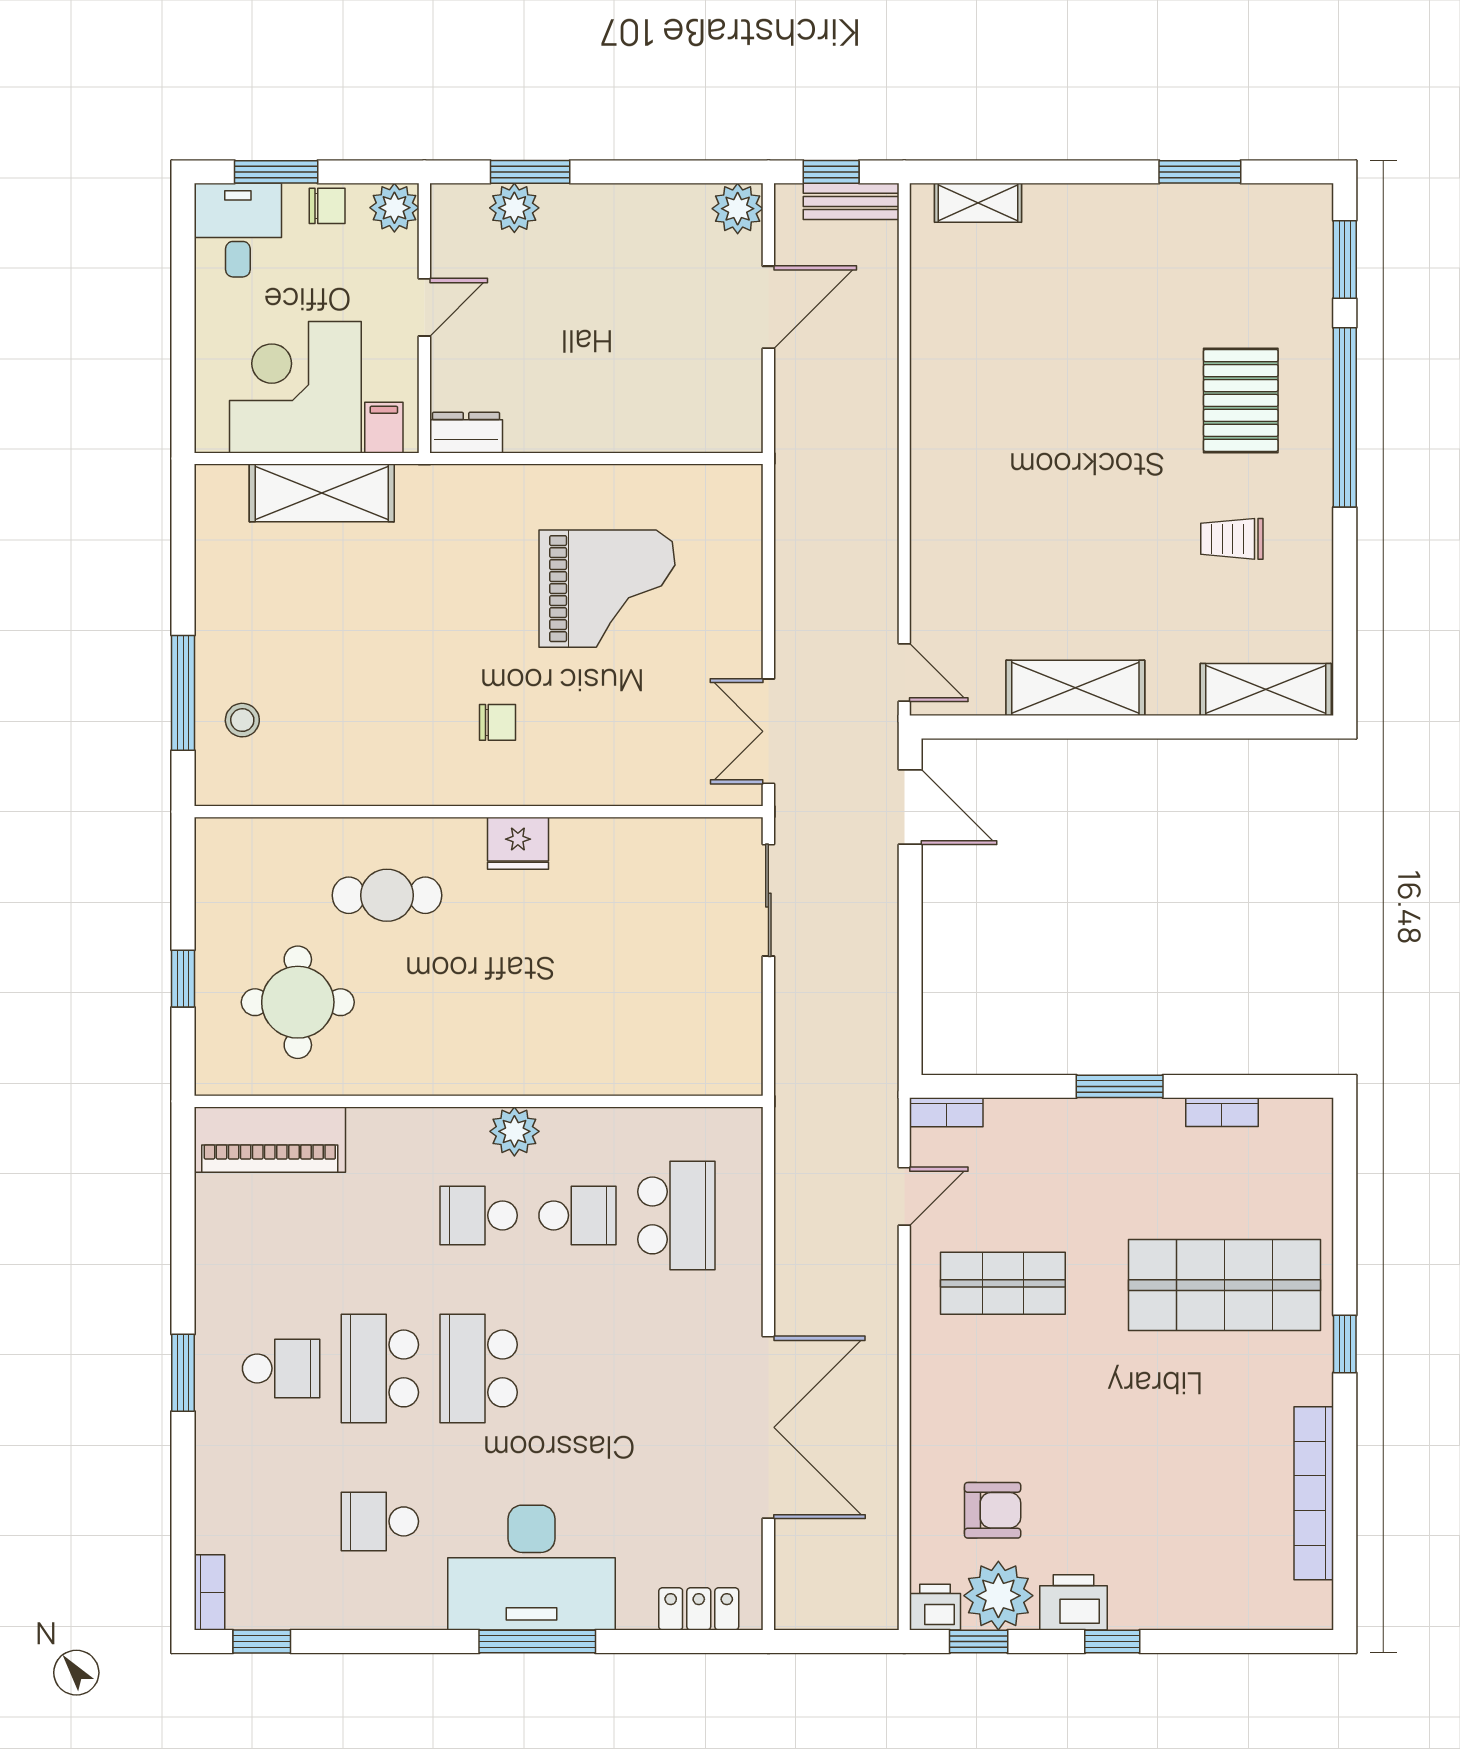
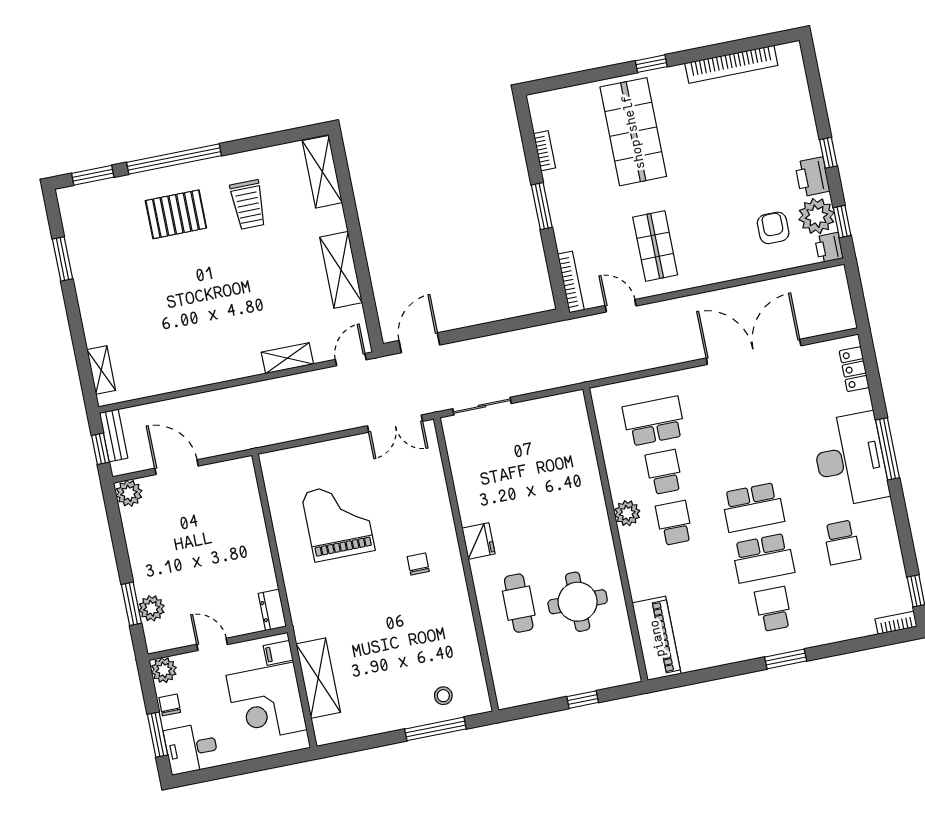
trolley: (1232, 539) -> (248, 205), width x1.36, depth x1.39
shelving: (931, 555) -> (287, 358), added
round table: (298, 1002) -> (578, 602), moved
bookcase: (946, 1112) -> (571, 282), width x1.56
school desk: (479, 1215) -> (674, 523), turned 180

